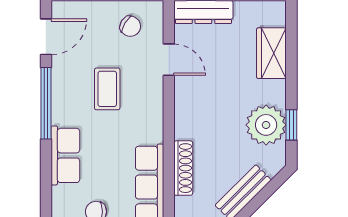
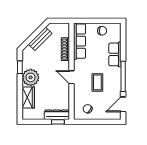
door: (169, 60) -> (71, 77), moved
plant: (266, 125) -> (31, 77), moved

